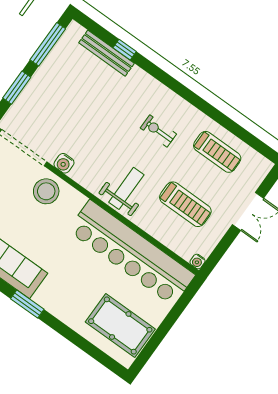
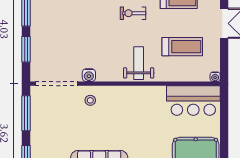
stool: (46, 191) -> (90, 100), width x0.53, depth x0.53
bar counter: (131, 253) -> (193, 101), width x0.54

